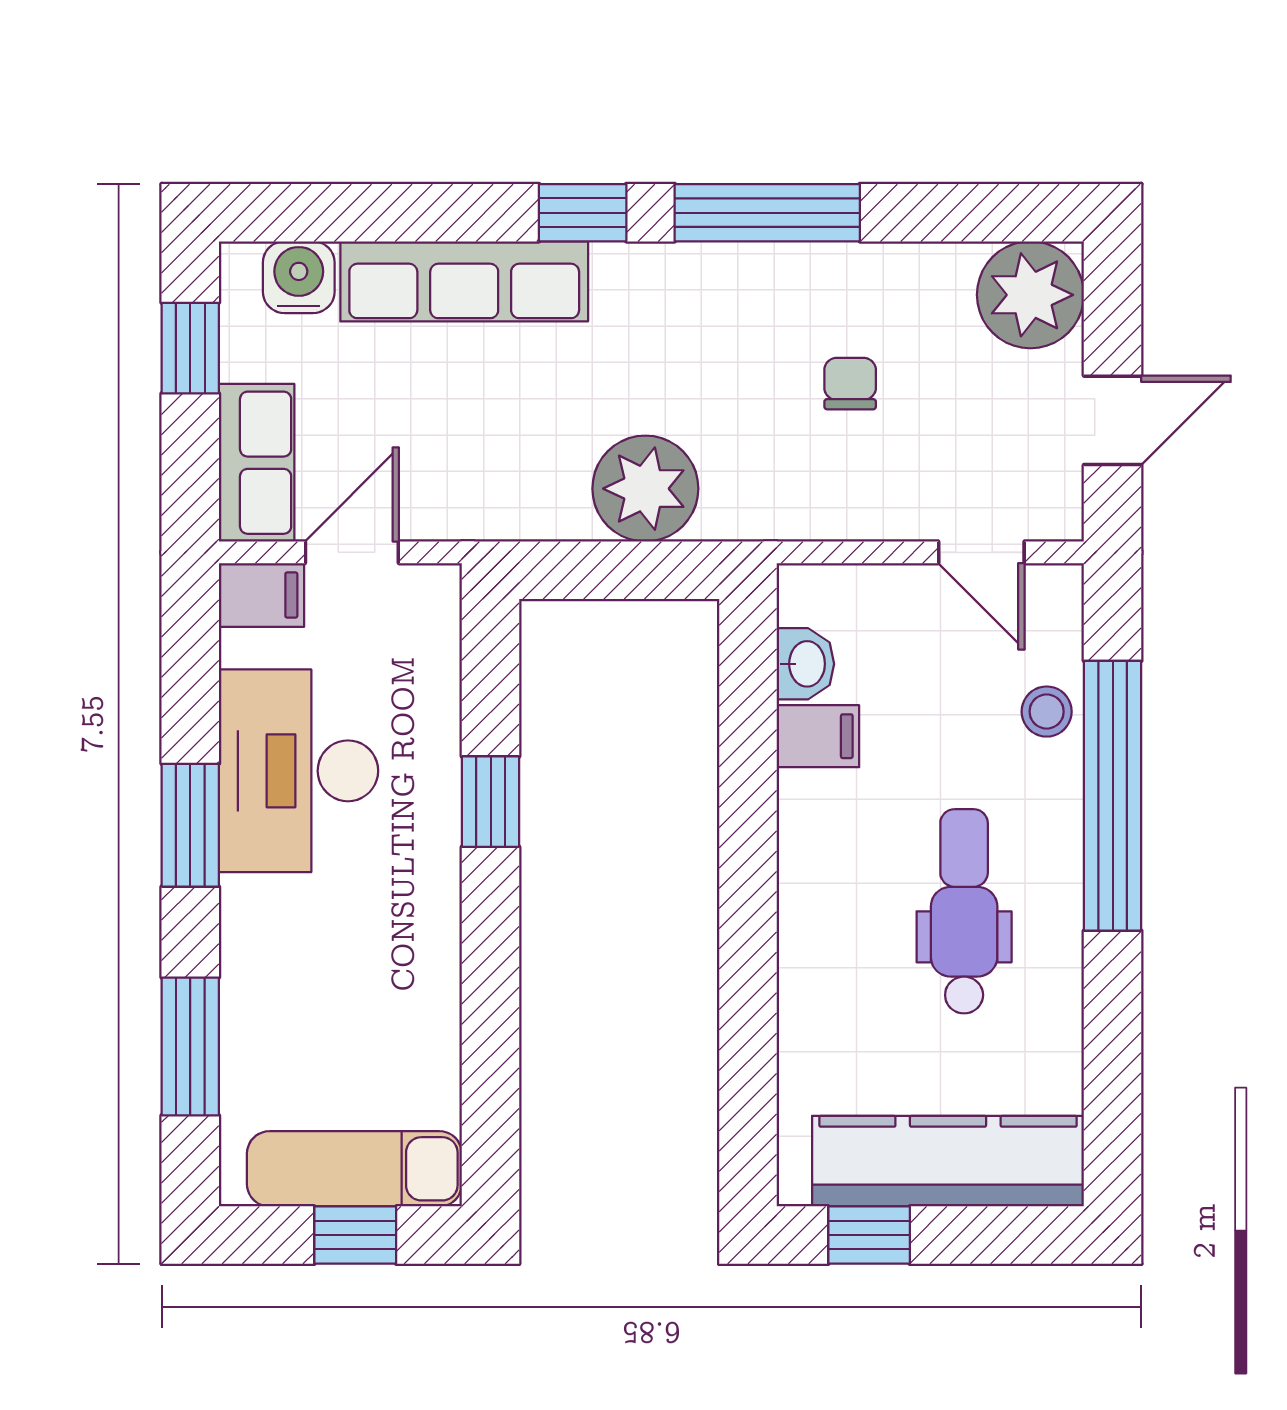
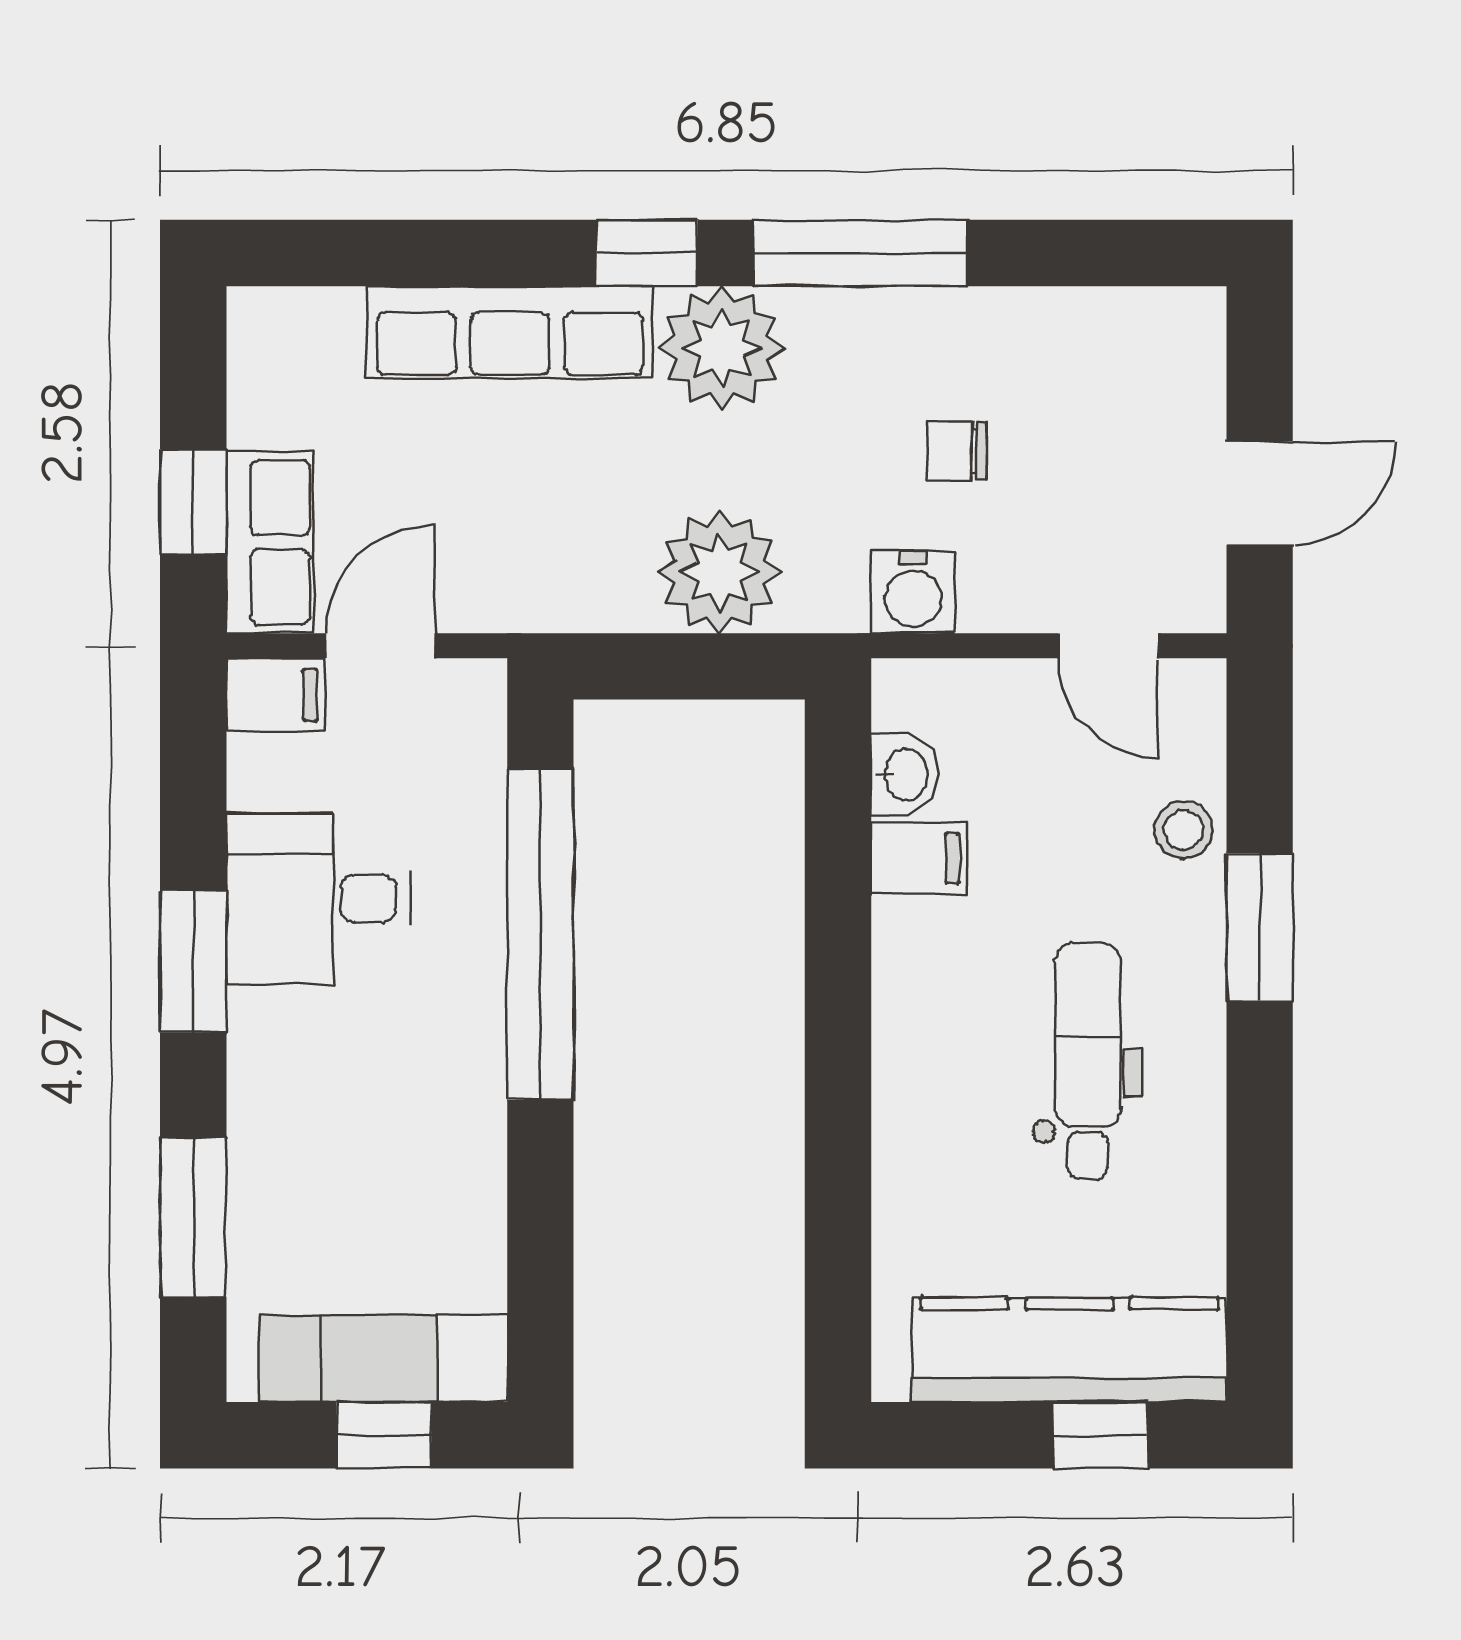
water cooler: (299, 277) -> (913, 592), moved, turned 180
plant: (1030, 295) -> (722, 348), moved
window: (190, 348) -> (193, 502), moved
chair: (850, 384) -> (956, 451), turned -90
desk: (299, 771) -> (318, 898), width x0.73
window: (1113, 796) -> (1260, 927), width x0.47
window: (491, 802) -> (540, 934), width x3.17
window: (869, 1235) -> (1101, 1435), moved

